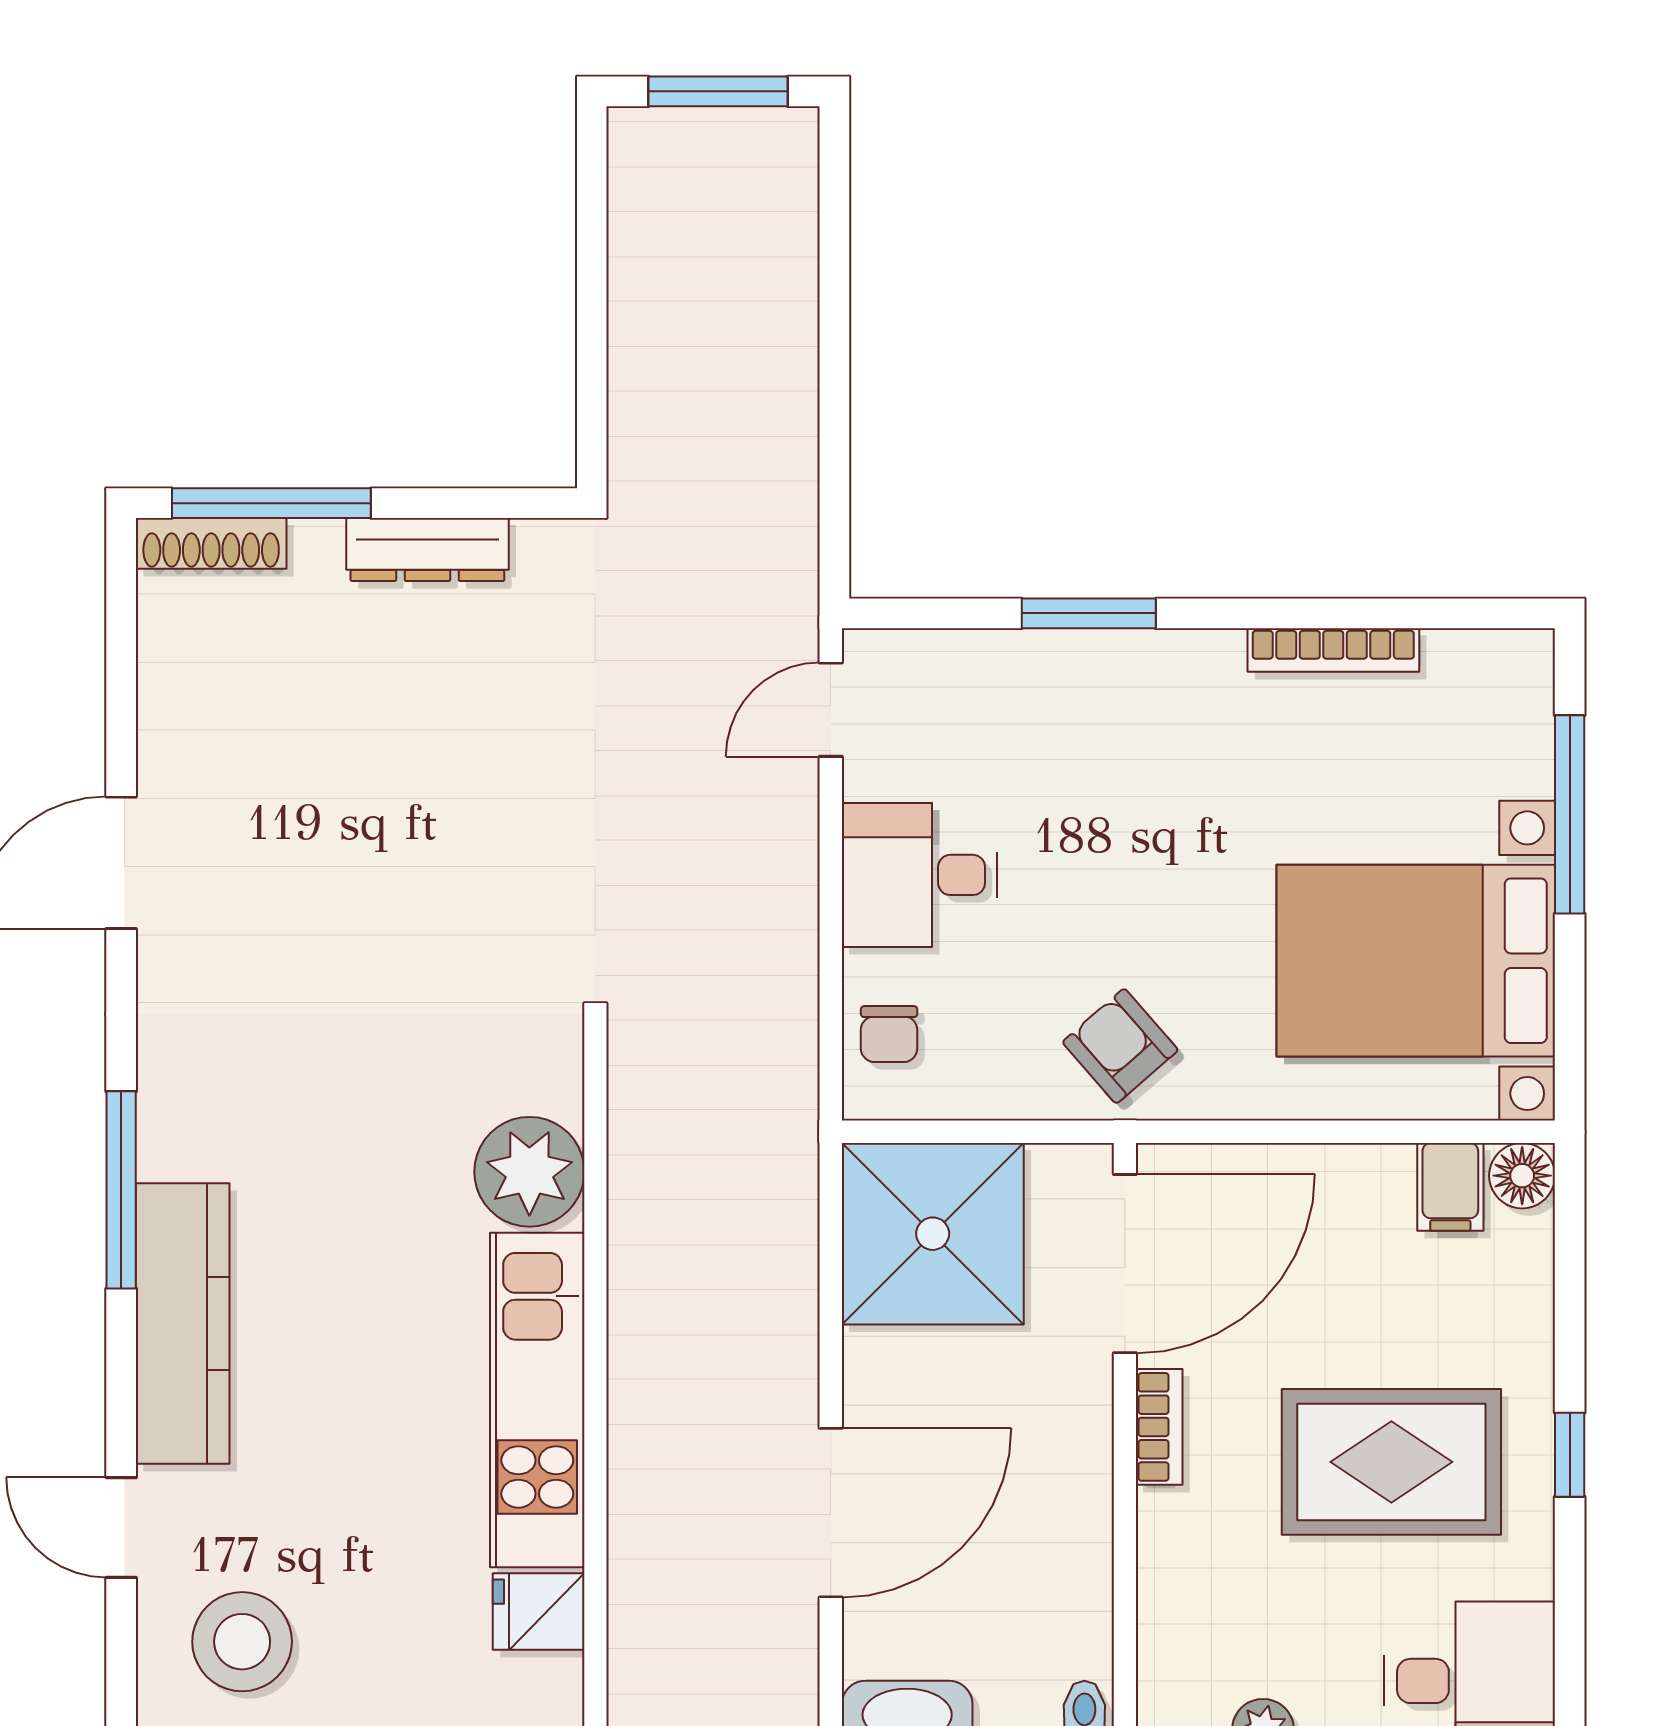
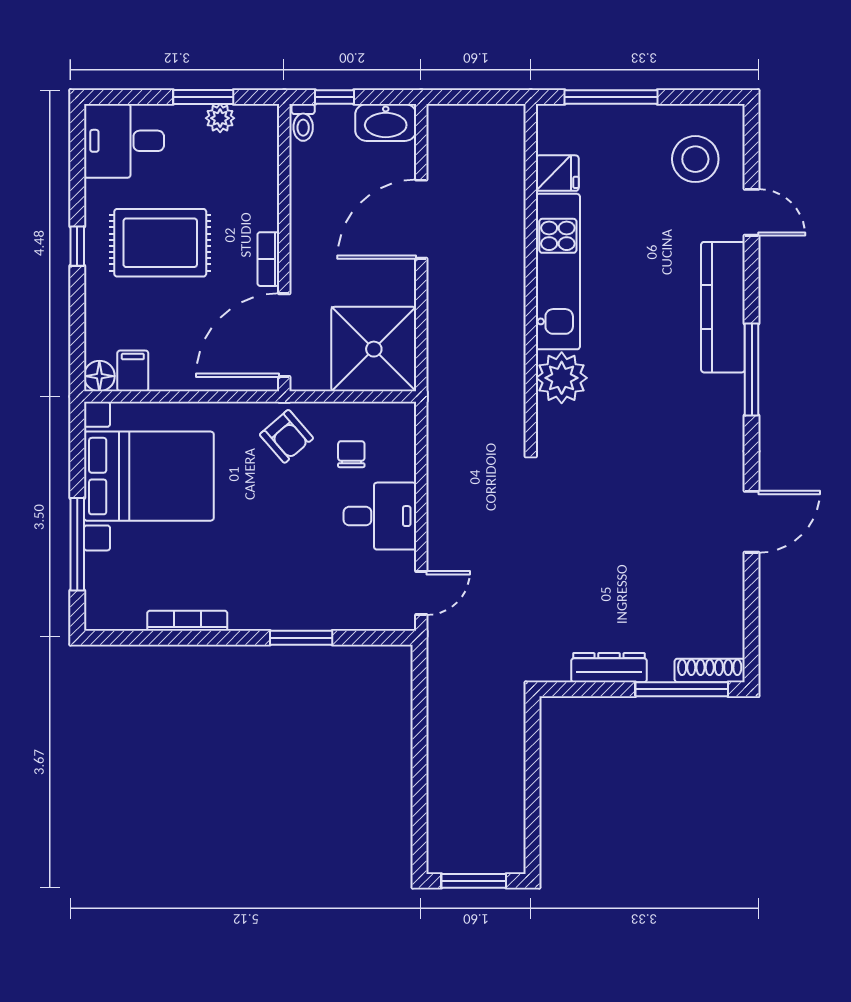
chair: (889, 1034) -> (351, 454), moved

